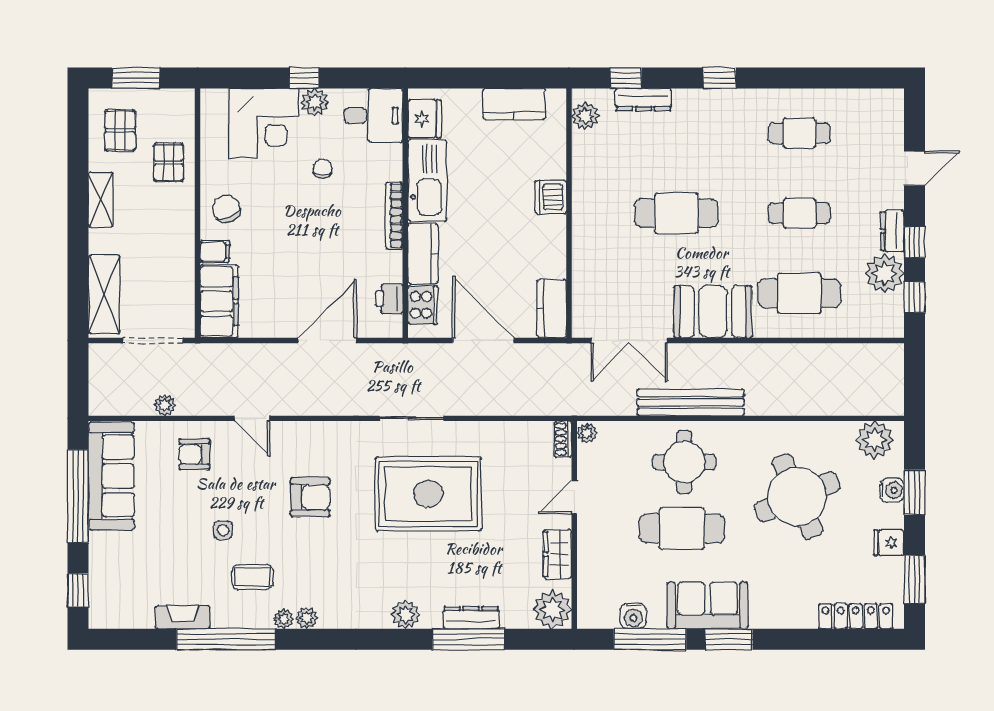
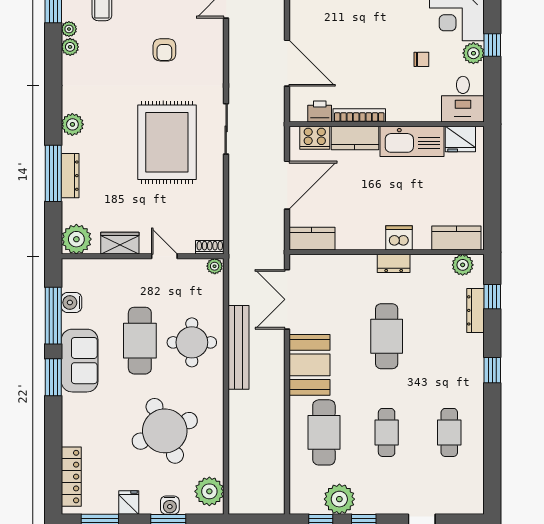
kitchen counter: (514, 104) -> (456, 238), moved, turned 90
bookcase: (394, 216) -> (359, 115), moved
dresser: (892, 231) -> (394, 263), moved, turned 180
armchair: (310, 497) -> (164, 50), width x0.72, depth x0.72

